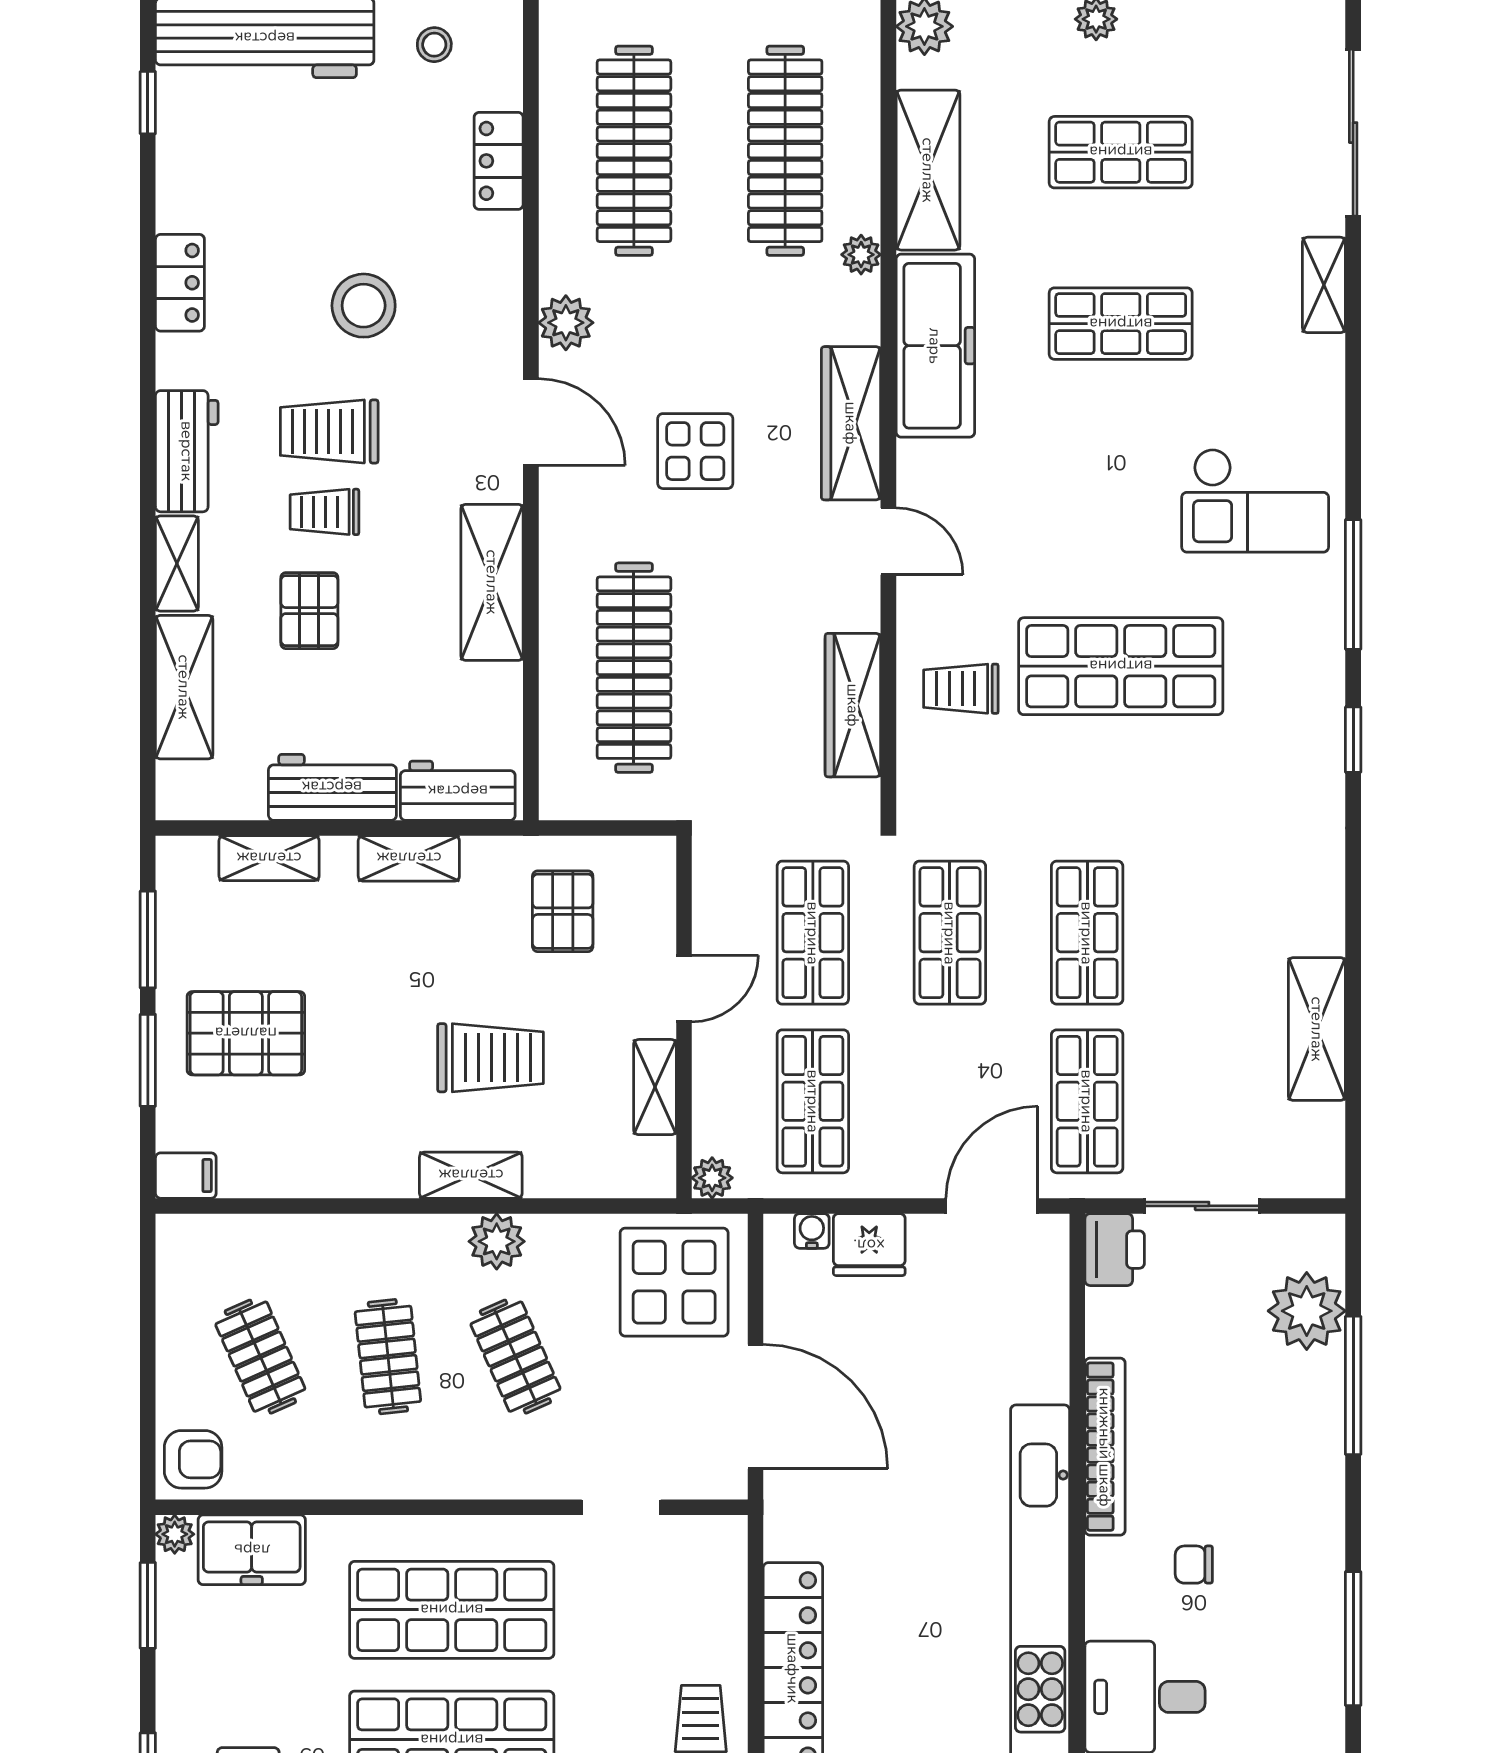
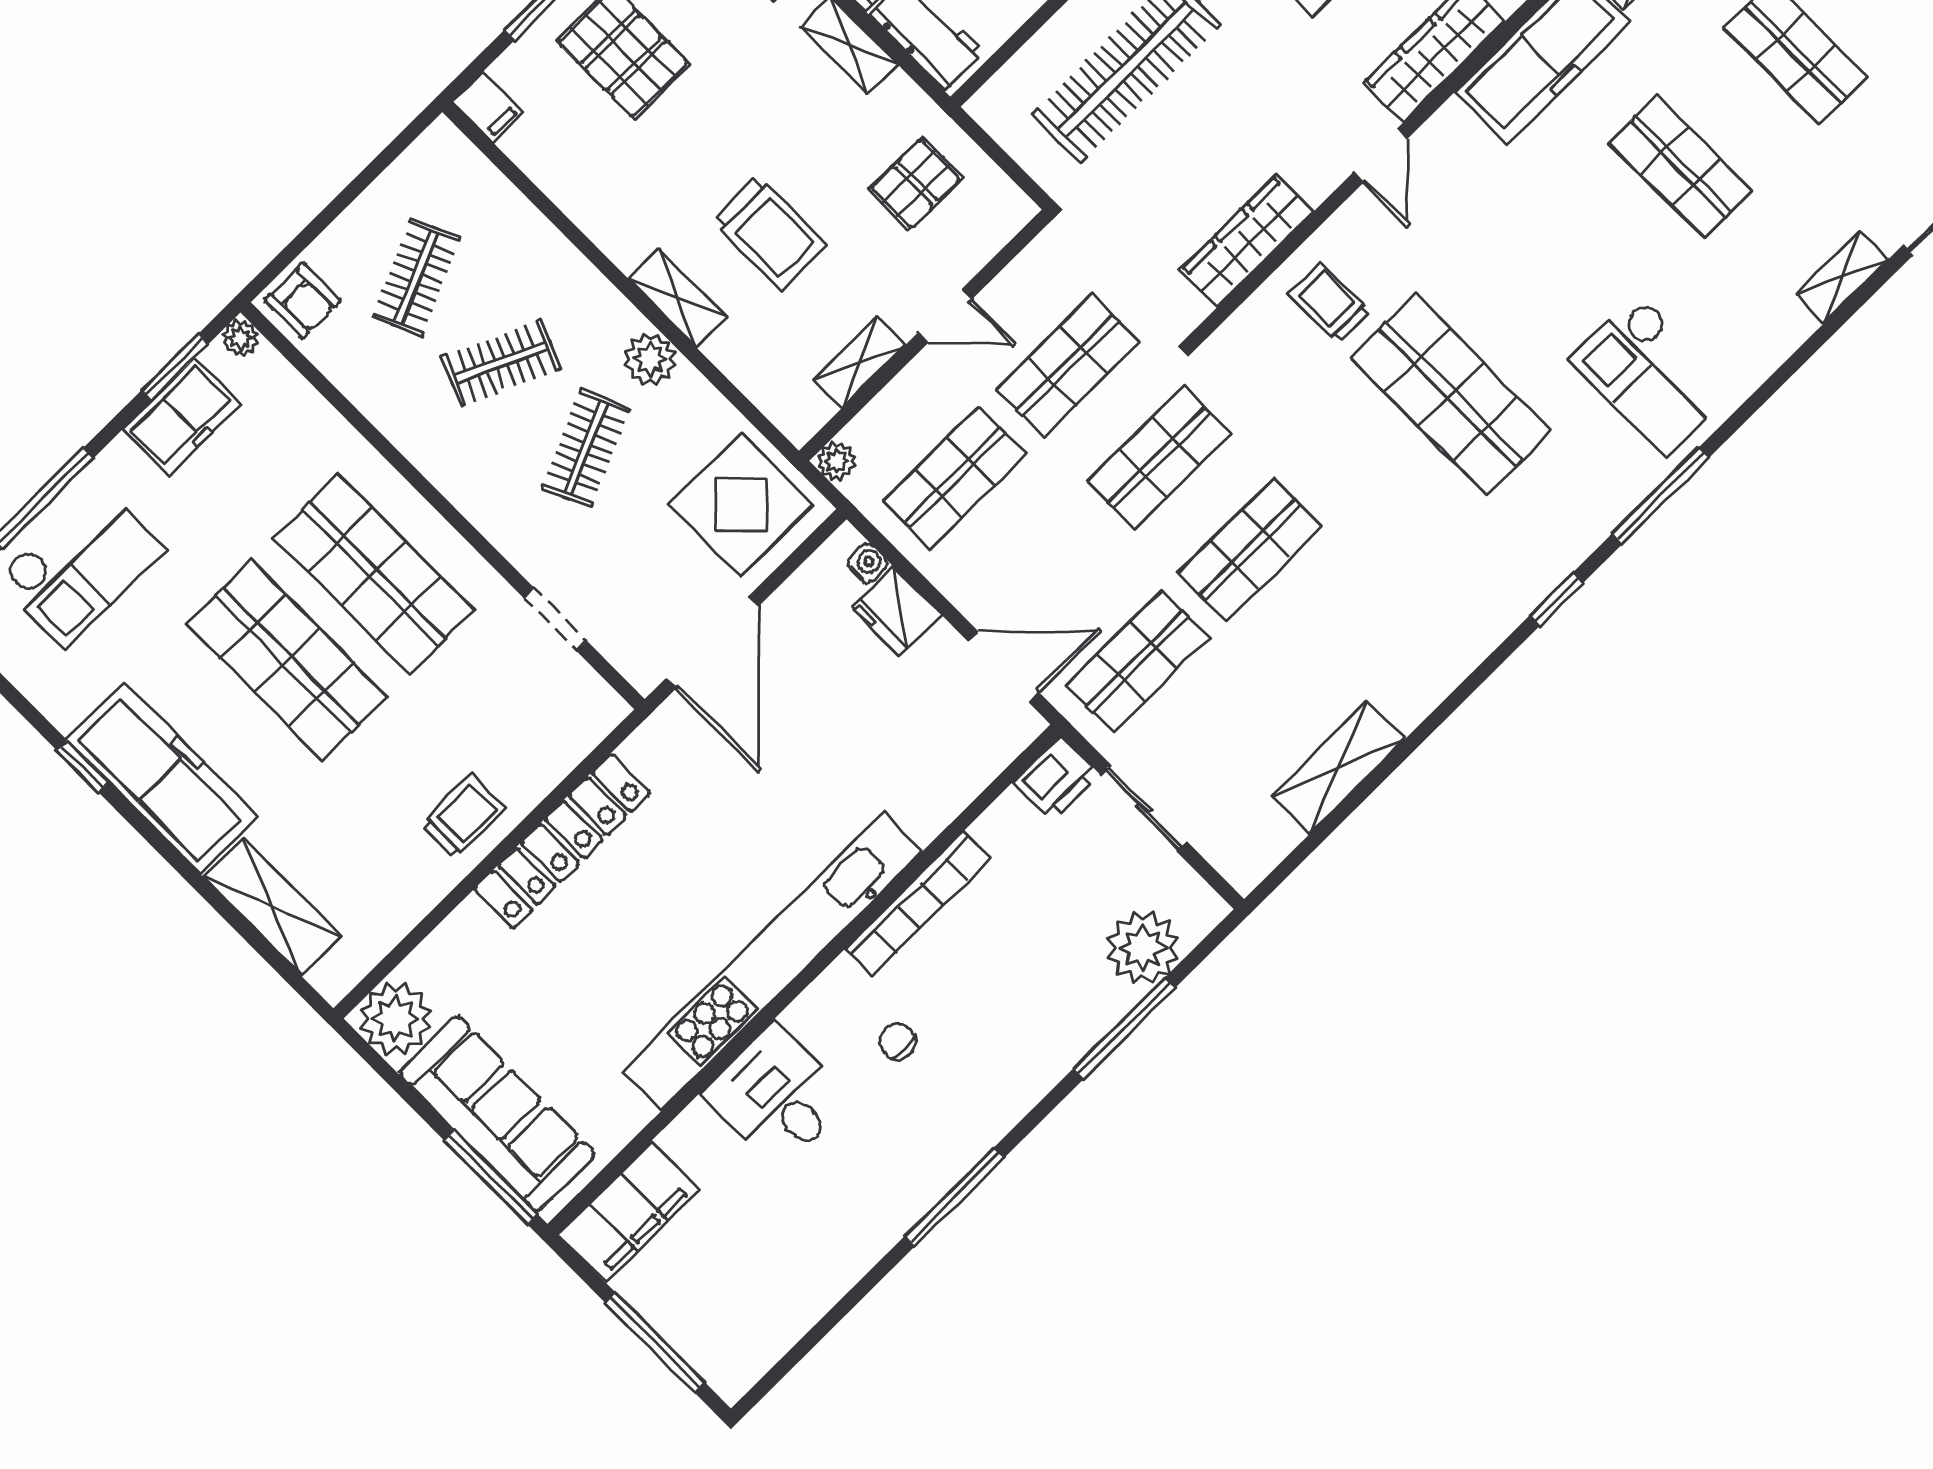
clothes rail: (388, 1357) -> (501, 363), turned 30
freezer: (252, 1550) -> (182, 417), moved, turned -90

